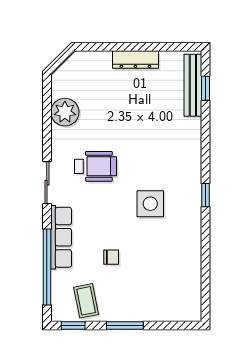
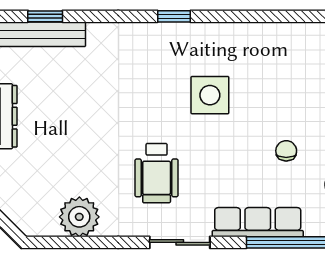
wheelchair: (96, 166) -> (157, 173), turned 180
window: (205, 195) -> (174, 16), moved

